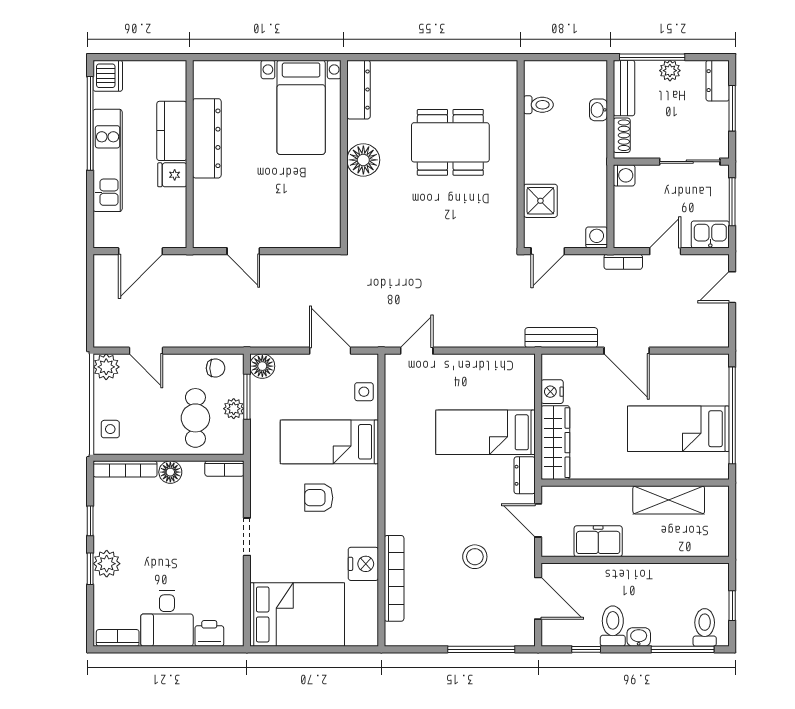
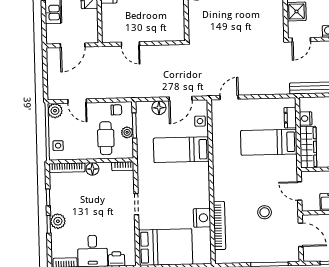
door: (330, 351) -> (180, 99), swing flipped
floor lamp: (262, 366) -> (159, 108), moved
dresser: (525, 475) -> (290, 118), moved
armchair: (319, 498) -> (176, 181), removed

